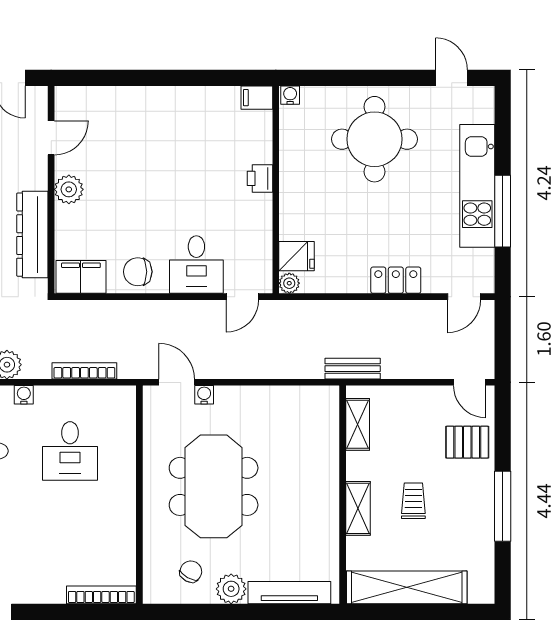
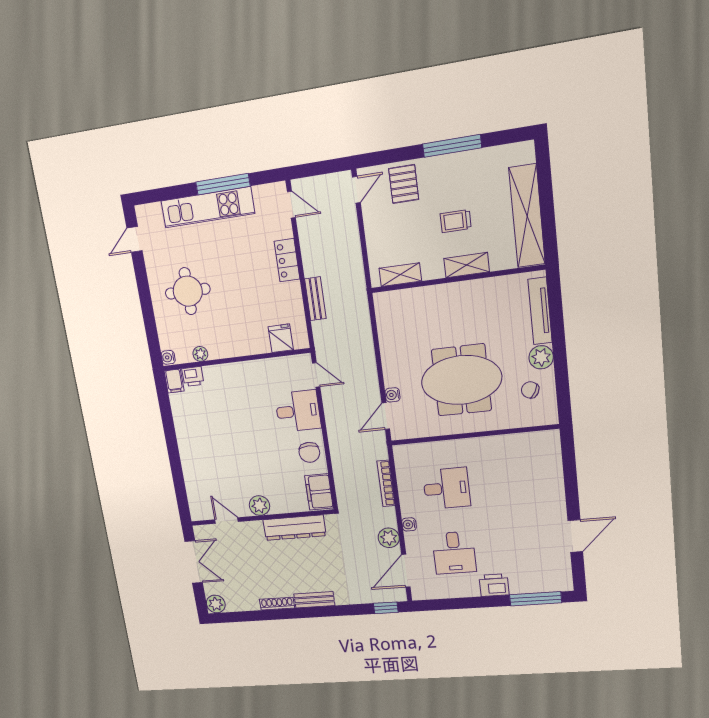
round table: (374, 139) -> (188, 291), width x0.73, depth x0.73
printer: (260, 178) -> (193, 376), moved
plant: (289, 283) -> (200, 354), moved
bench: (353, 369) -> (315, 299), moved
bookcase: (101, 595) -> (555, 456), removed

